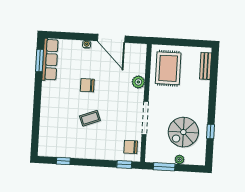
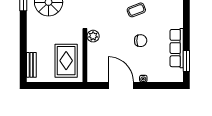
row of seats: (50, 60) -> (177, 48), moved
plant: (138, 82) -> (93, 36), moved

